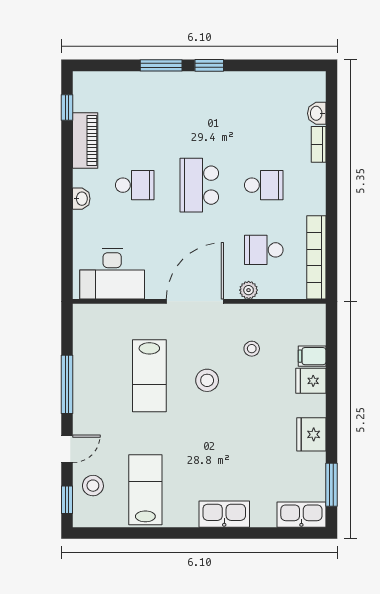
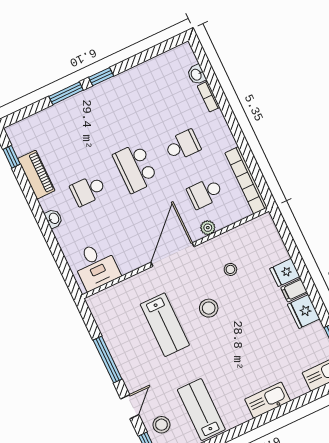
school desk: (135, 185) -> (88, 190), turned 180
desk: (112, 274) -> (96, 266), width x0.73
filing cabinet: (312, 356) -> (294, 290), moved

